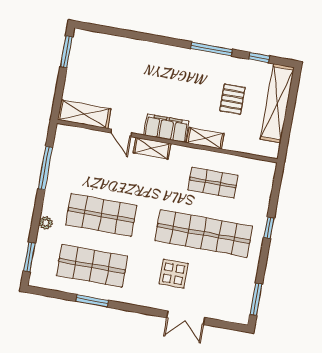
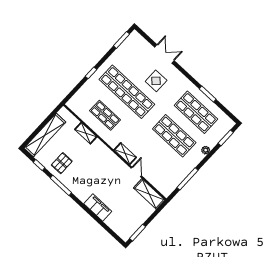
pallet: (232, 99) -> (62, 163), moved
filing cabinet: (166, 128) -> (98, 208), moved, turned 180
shelving: (205, 138) -> (86, 133), moved

